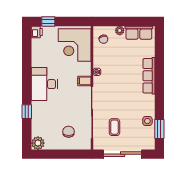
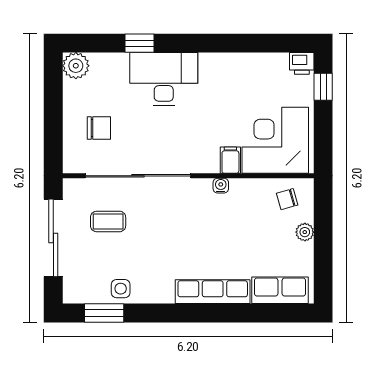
row of seats: (139, 33) -> (280, 290), moved, turned 90
filing cabinet: (84, 81) -> (230, 160), moved
desk: (44, 84) -> (164, 79), moved

